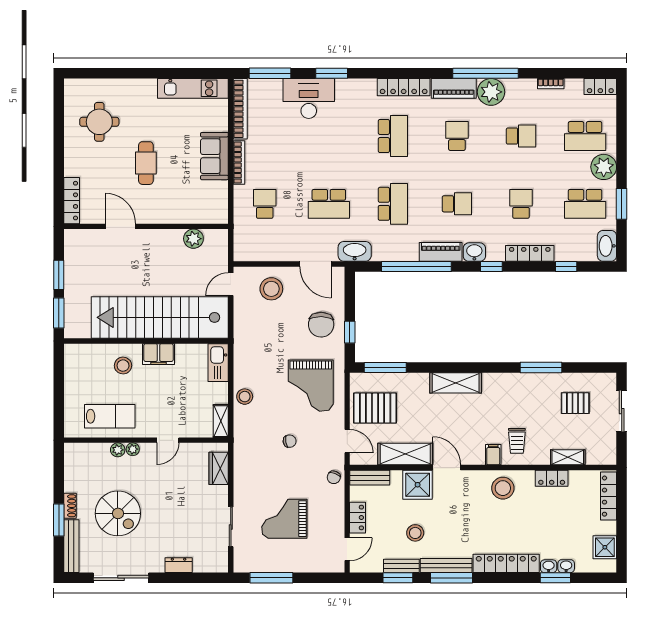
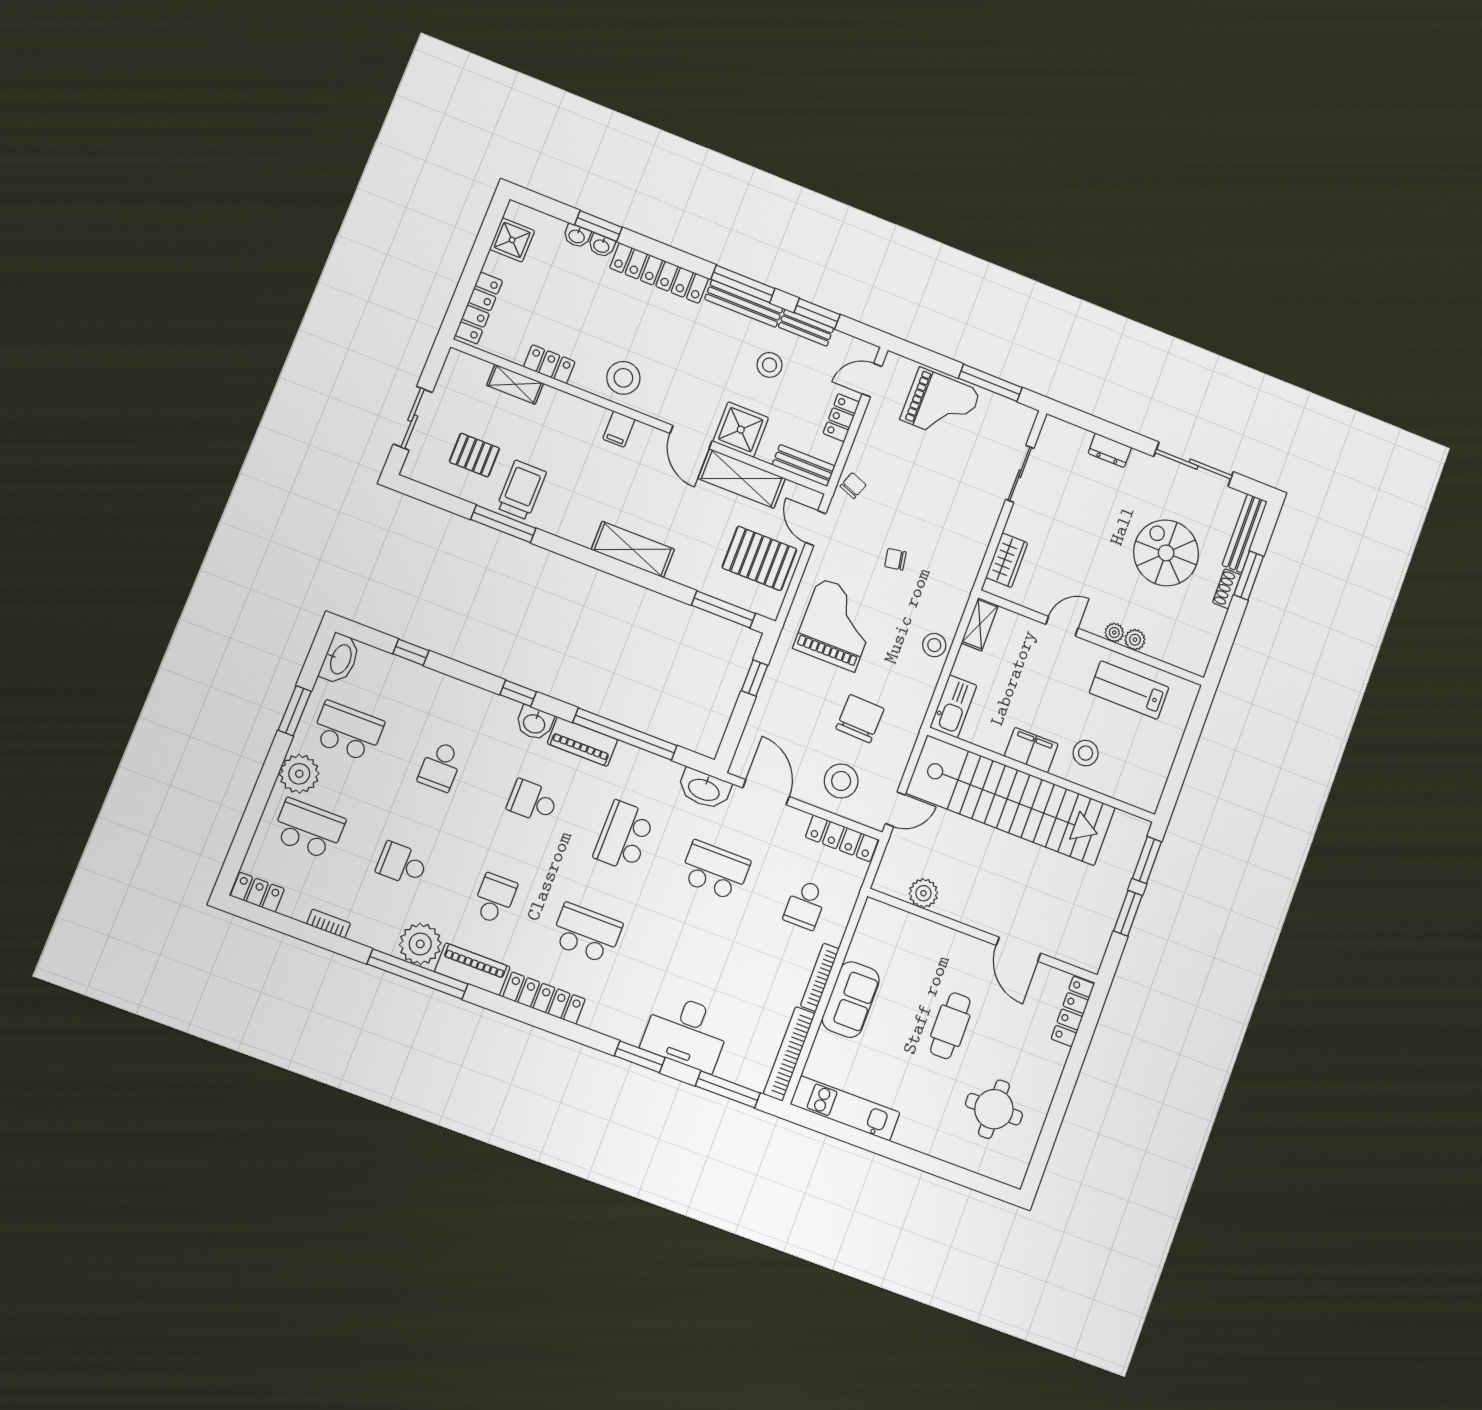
school desk: (393, 136) -> (587, 933), turned 90
school desk: (457, 136) -> (495, 899), turned 180
locker: (530, 253) -> (842, 838), moved
chair: (321, 325) -> (860, 719), moved
trolley: (517, 441) -> (521, 490), moved, width x1.36, depth x1.39
grand piano: (284, 519) -> (940, 405), moved

